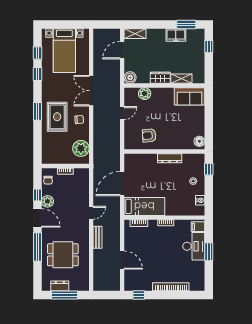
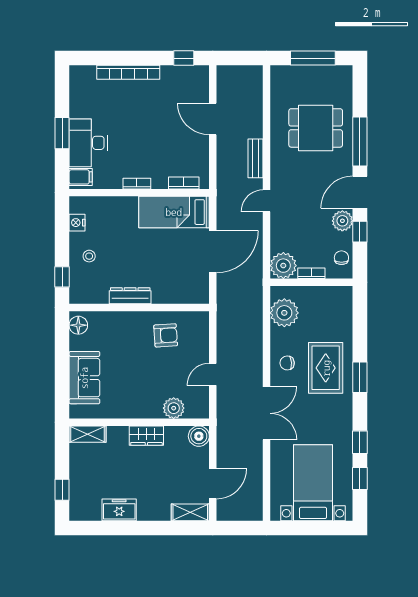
window: (186, 25) -> (101, 528), removed
shelving: (181, 79) -> (87, 434), moved
sofa: (190, 96) -> (84, 378), moved, turned 90
plant: (81, 176) -> (283, 266), added
door: (37, 218) -> (360, 192), hinge flipped
dresser: (60, 286) -> (321, 74), removed

